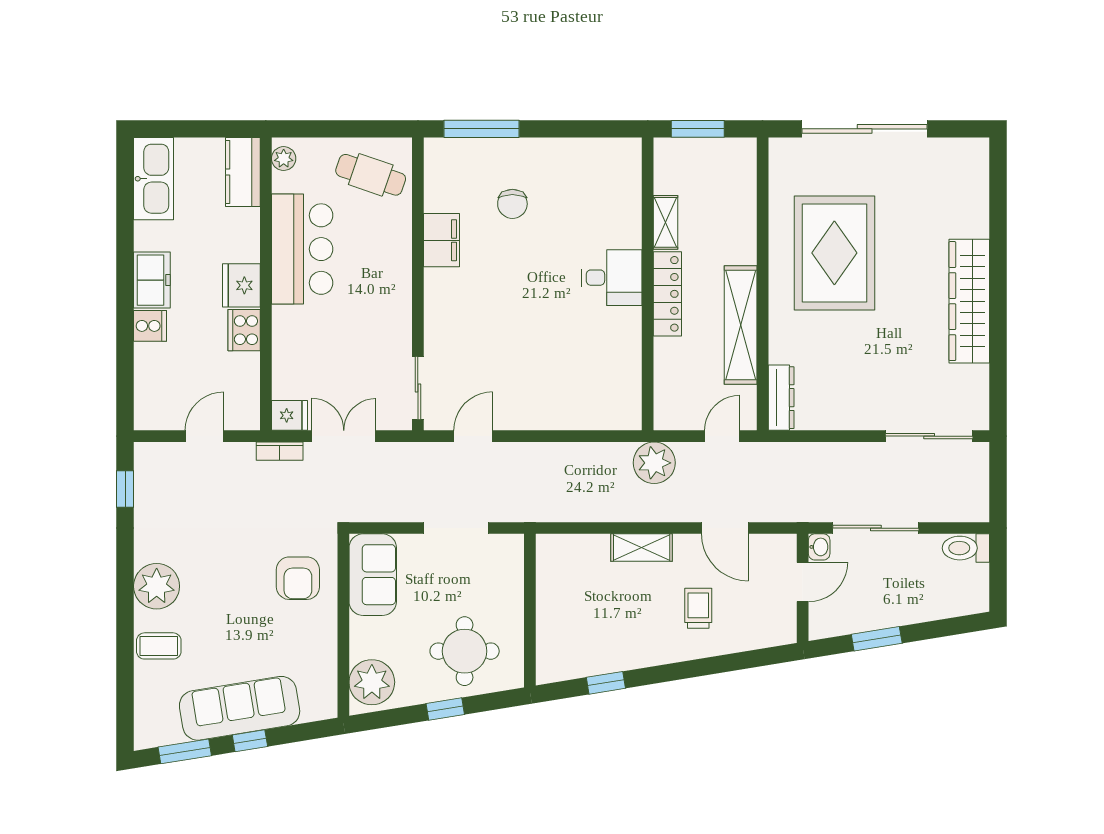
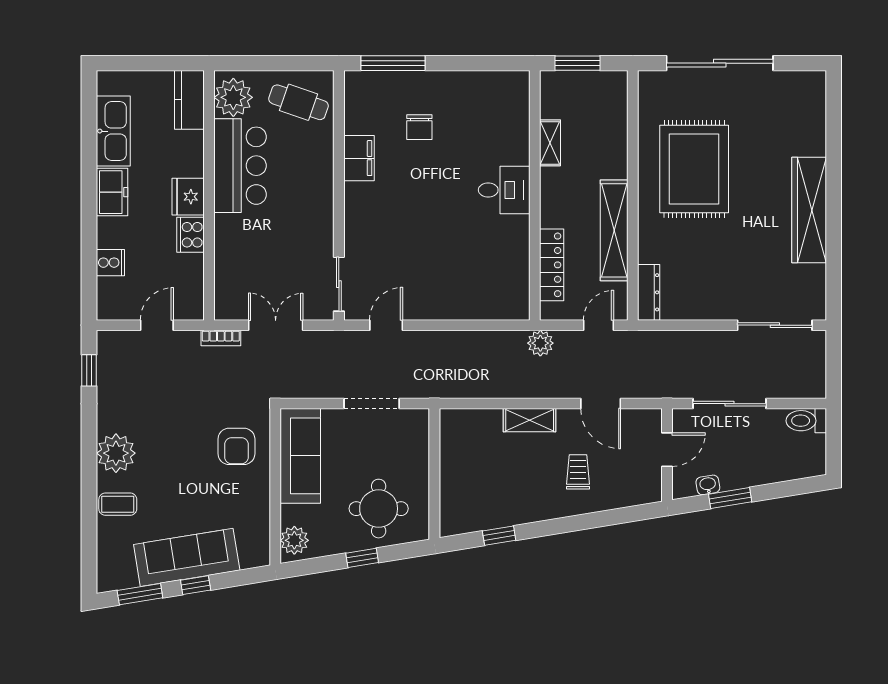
plant: (284, 159) -> (233, 97), width x1.87, depth x1.87
kitchen sink: (153, 179) -> (113, 131), moved
locker: (667, 294) -> (552, 265), moved
cooker: (150, 326) -> (110, 263), moved
fridge: (289, 415) -> (229, 307), removed
plant: (654, 463) -> (540, 343), width x0.73, depth x0.73
washbasin: (819, 547) -> (708, 485), moved, turned -99
sofa: (373, 575) -> (300, 456), width x1.36
plant: (372, 682) -> (294, 540), width x0.73, depth x0.73

